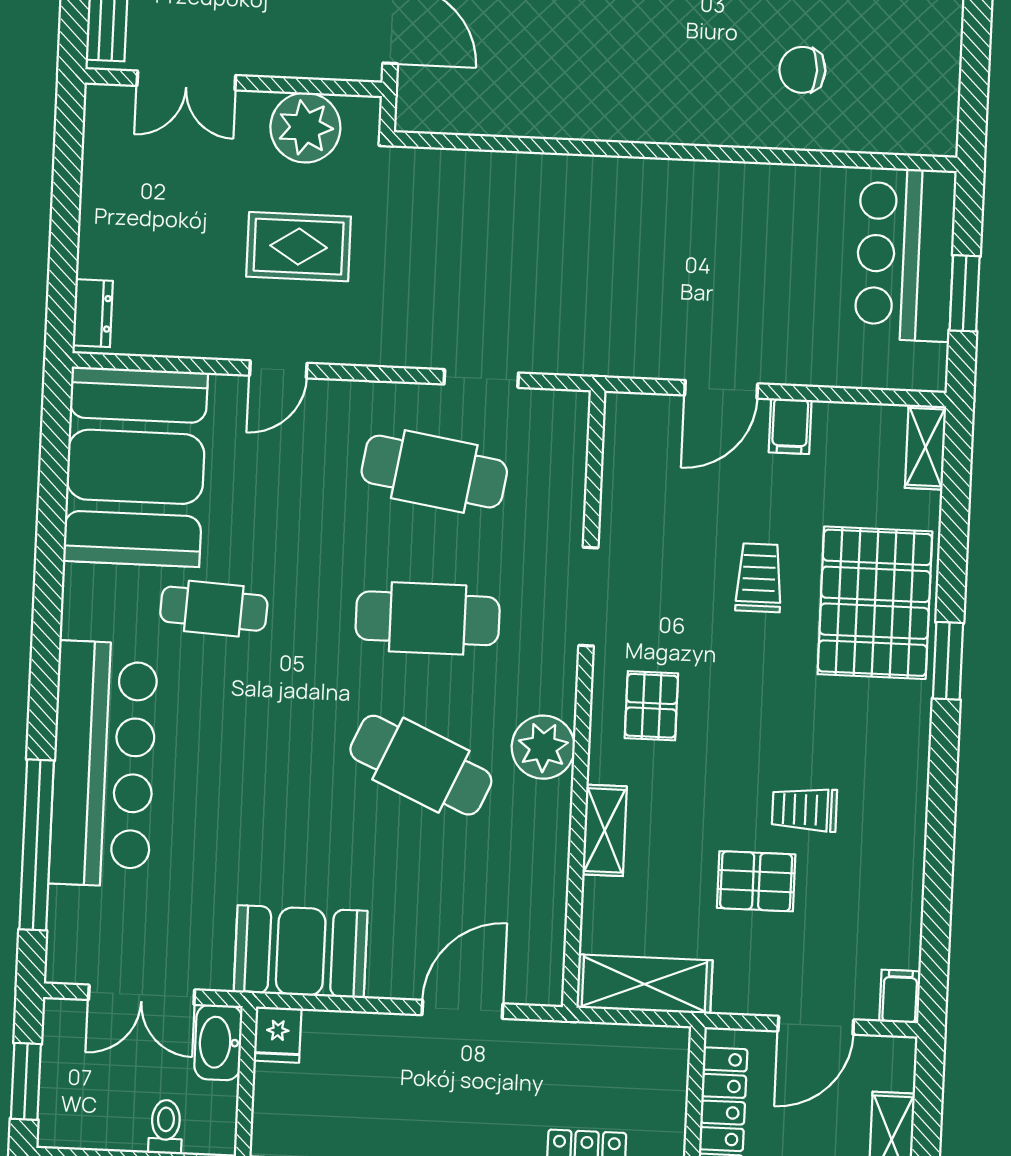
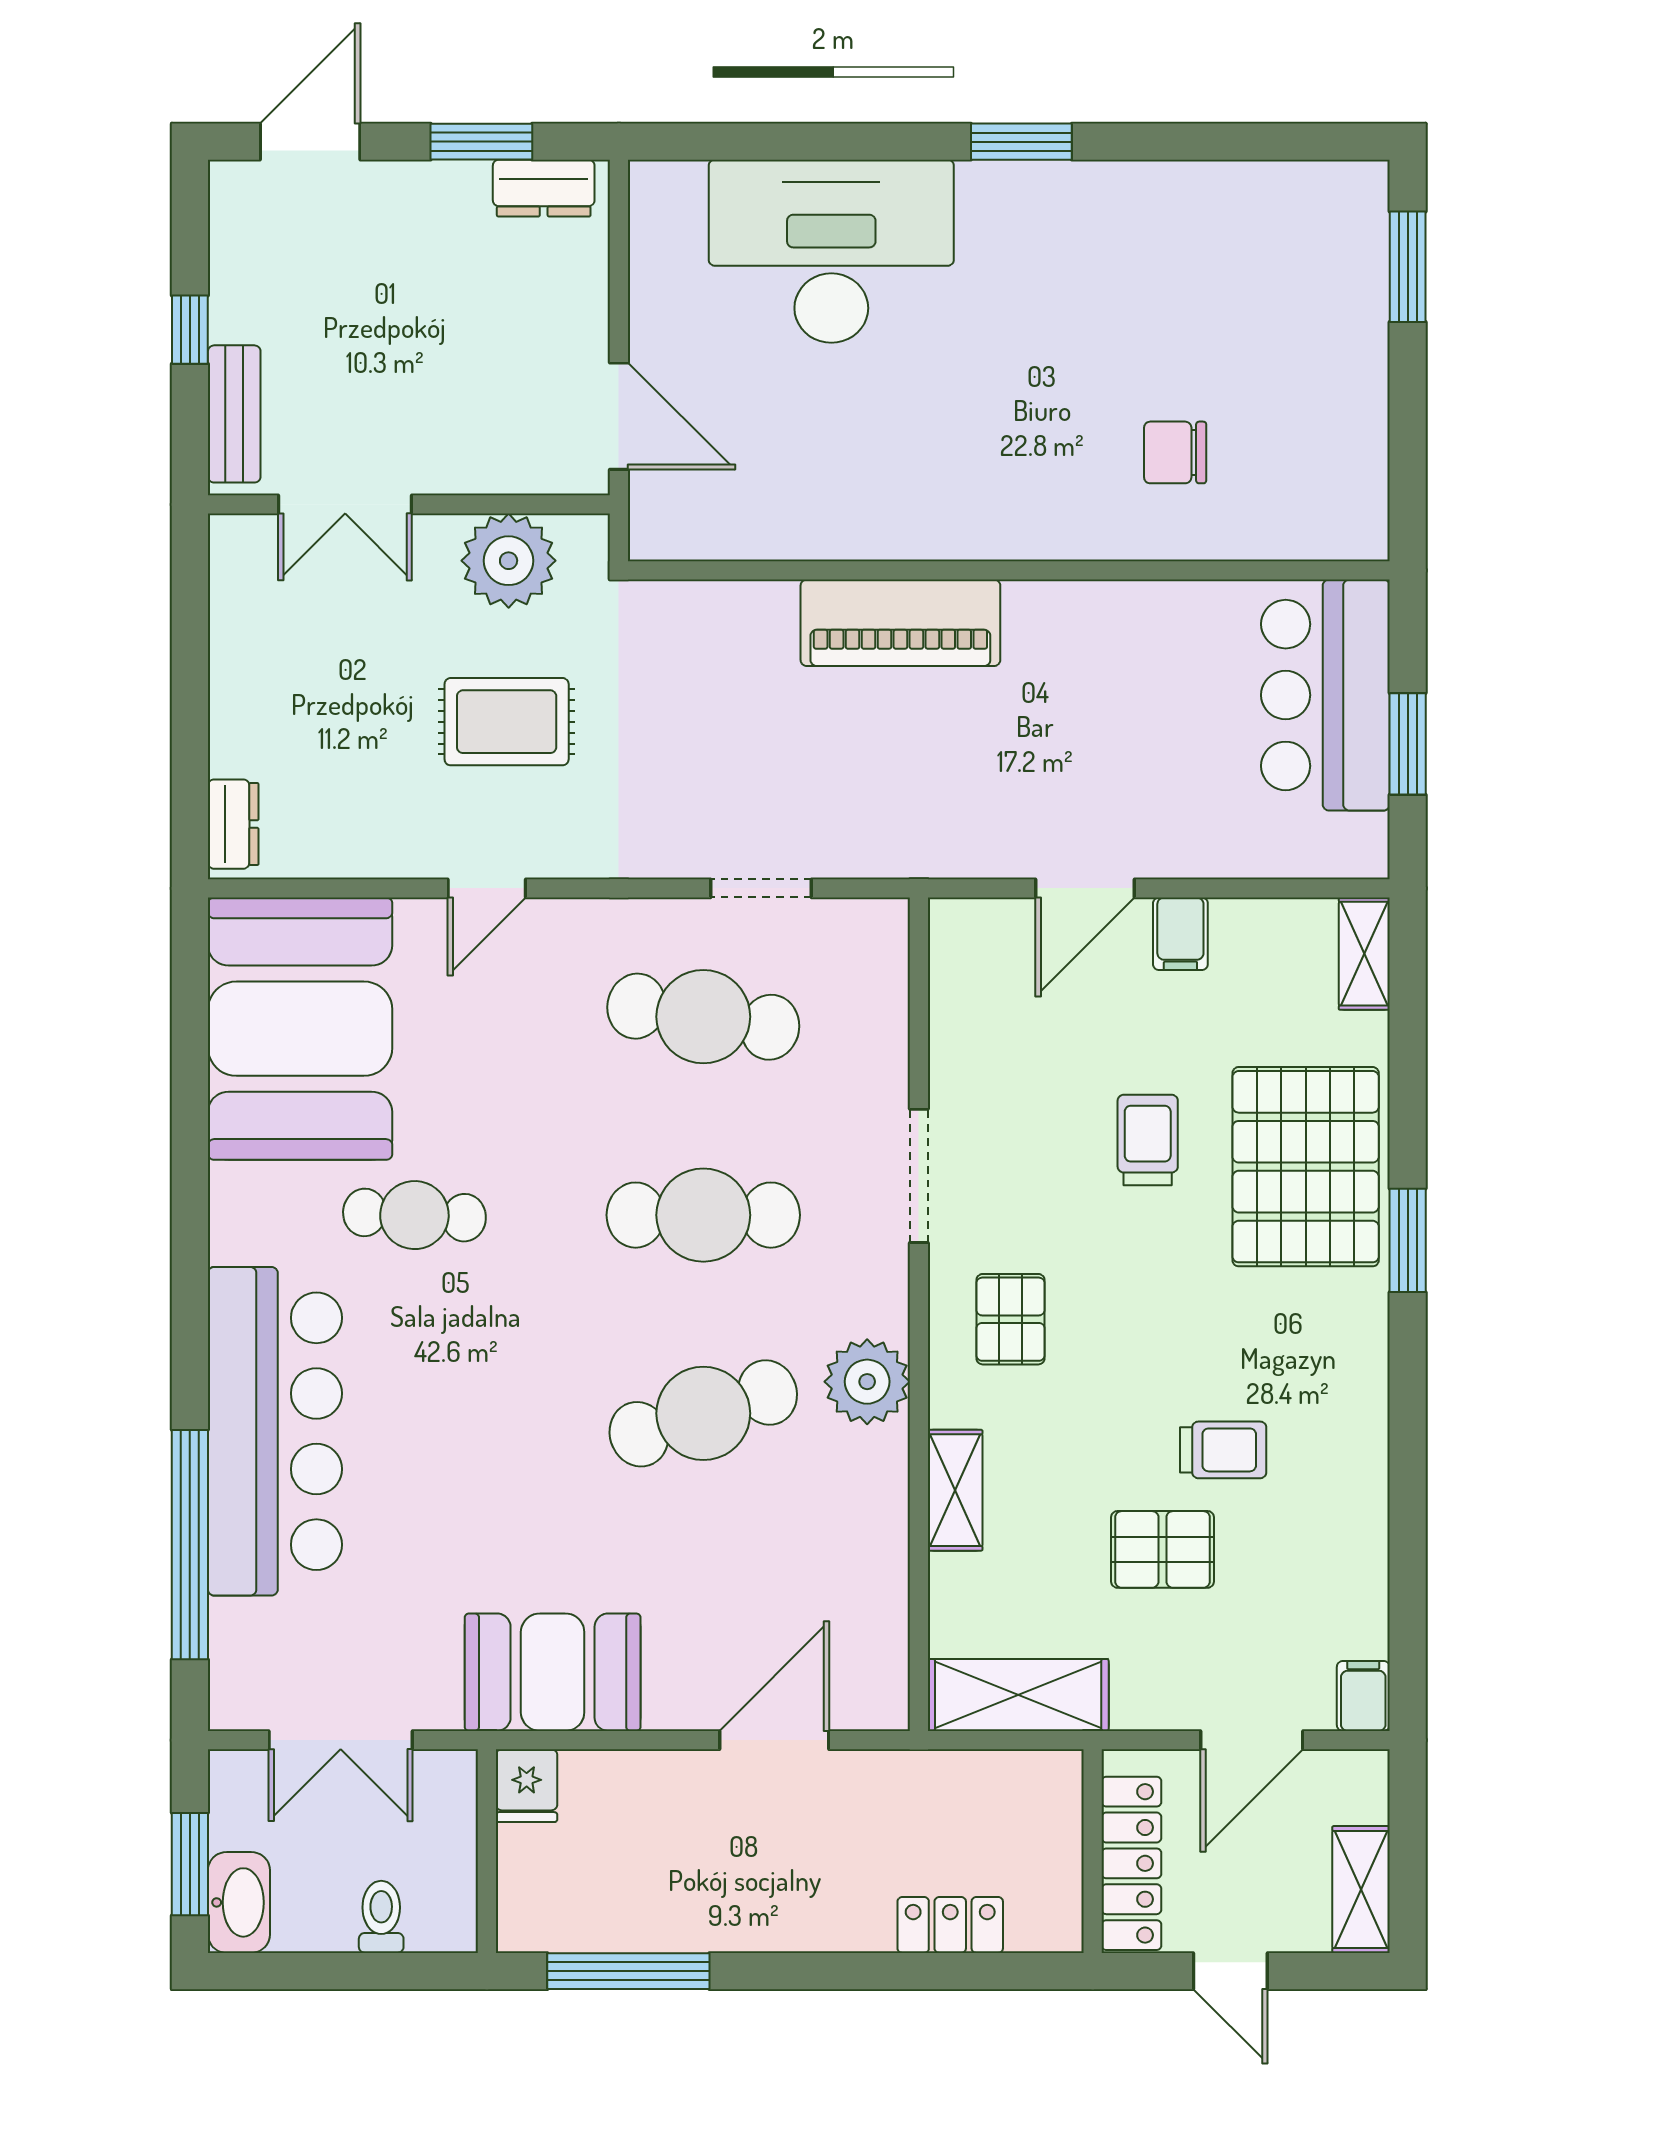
piano: (593, 187) -> (900, 623), added
cafe table: (421, 765) -> (703, 1413), turned -42
trolley: (804, 810) -> (1223, 1450), turned 180
washbasin: (218, 1042) -> (239, 1902), moved, turned 180

